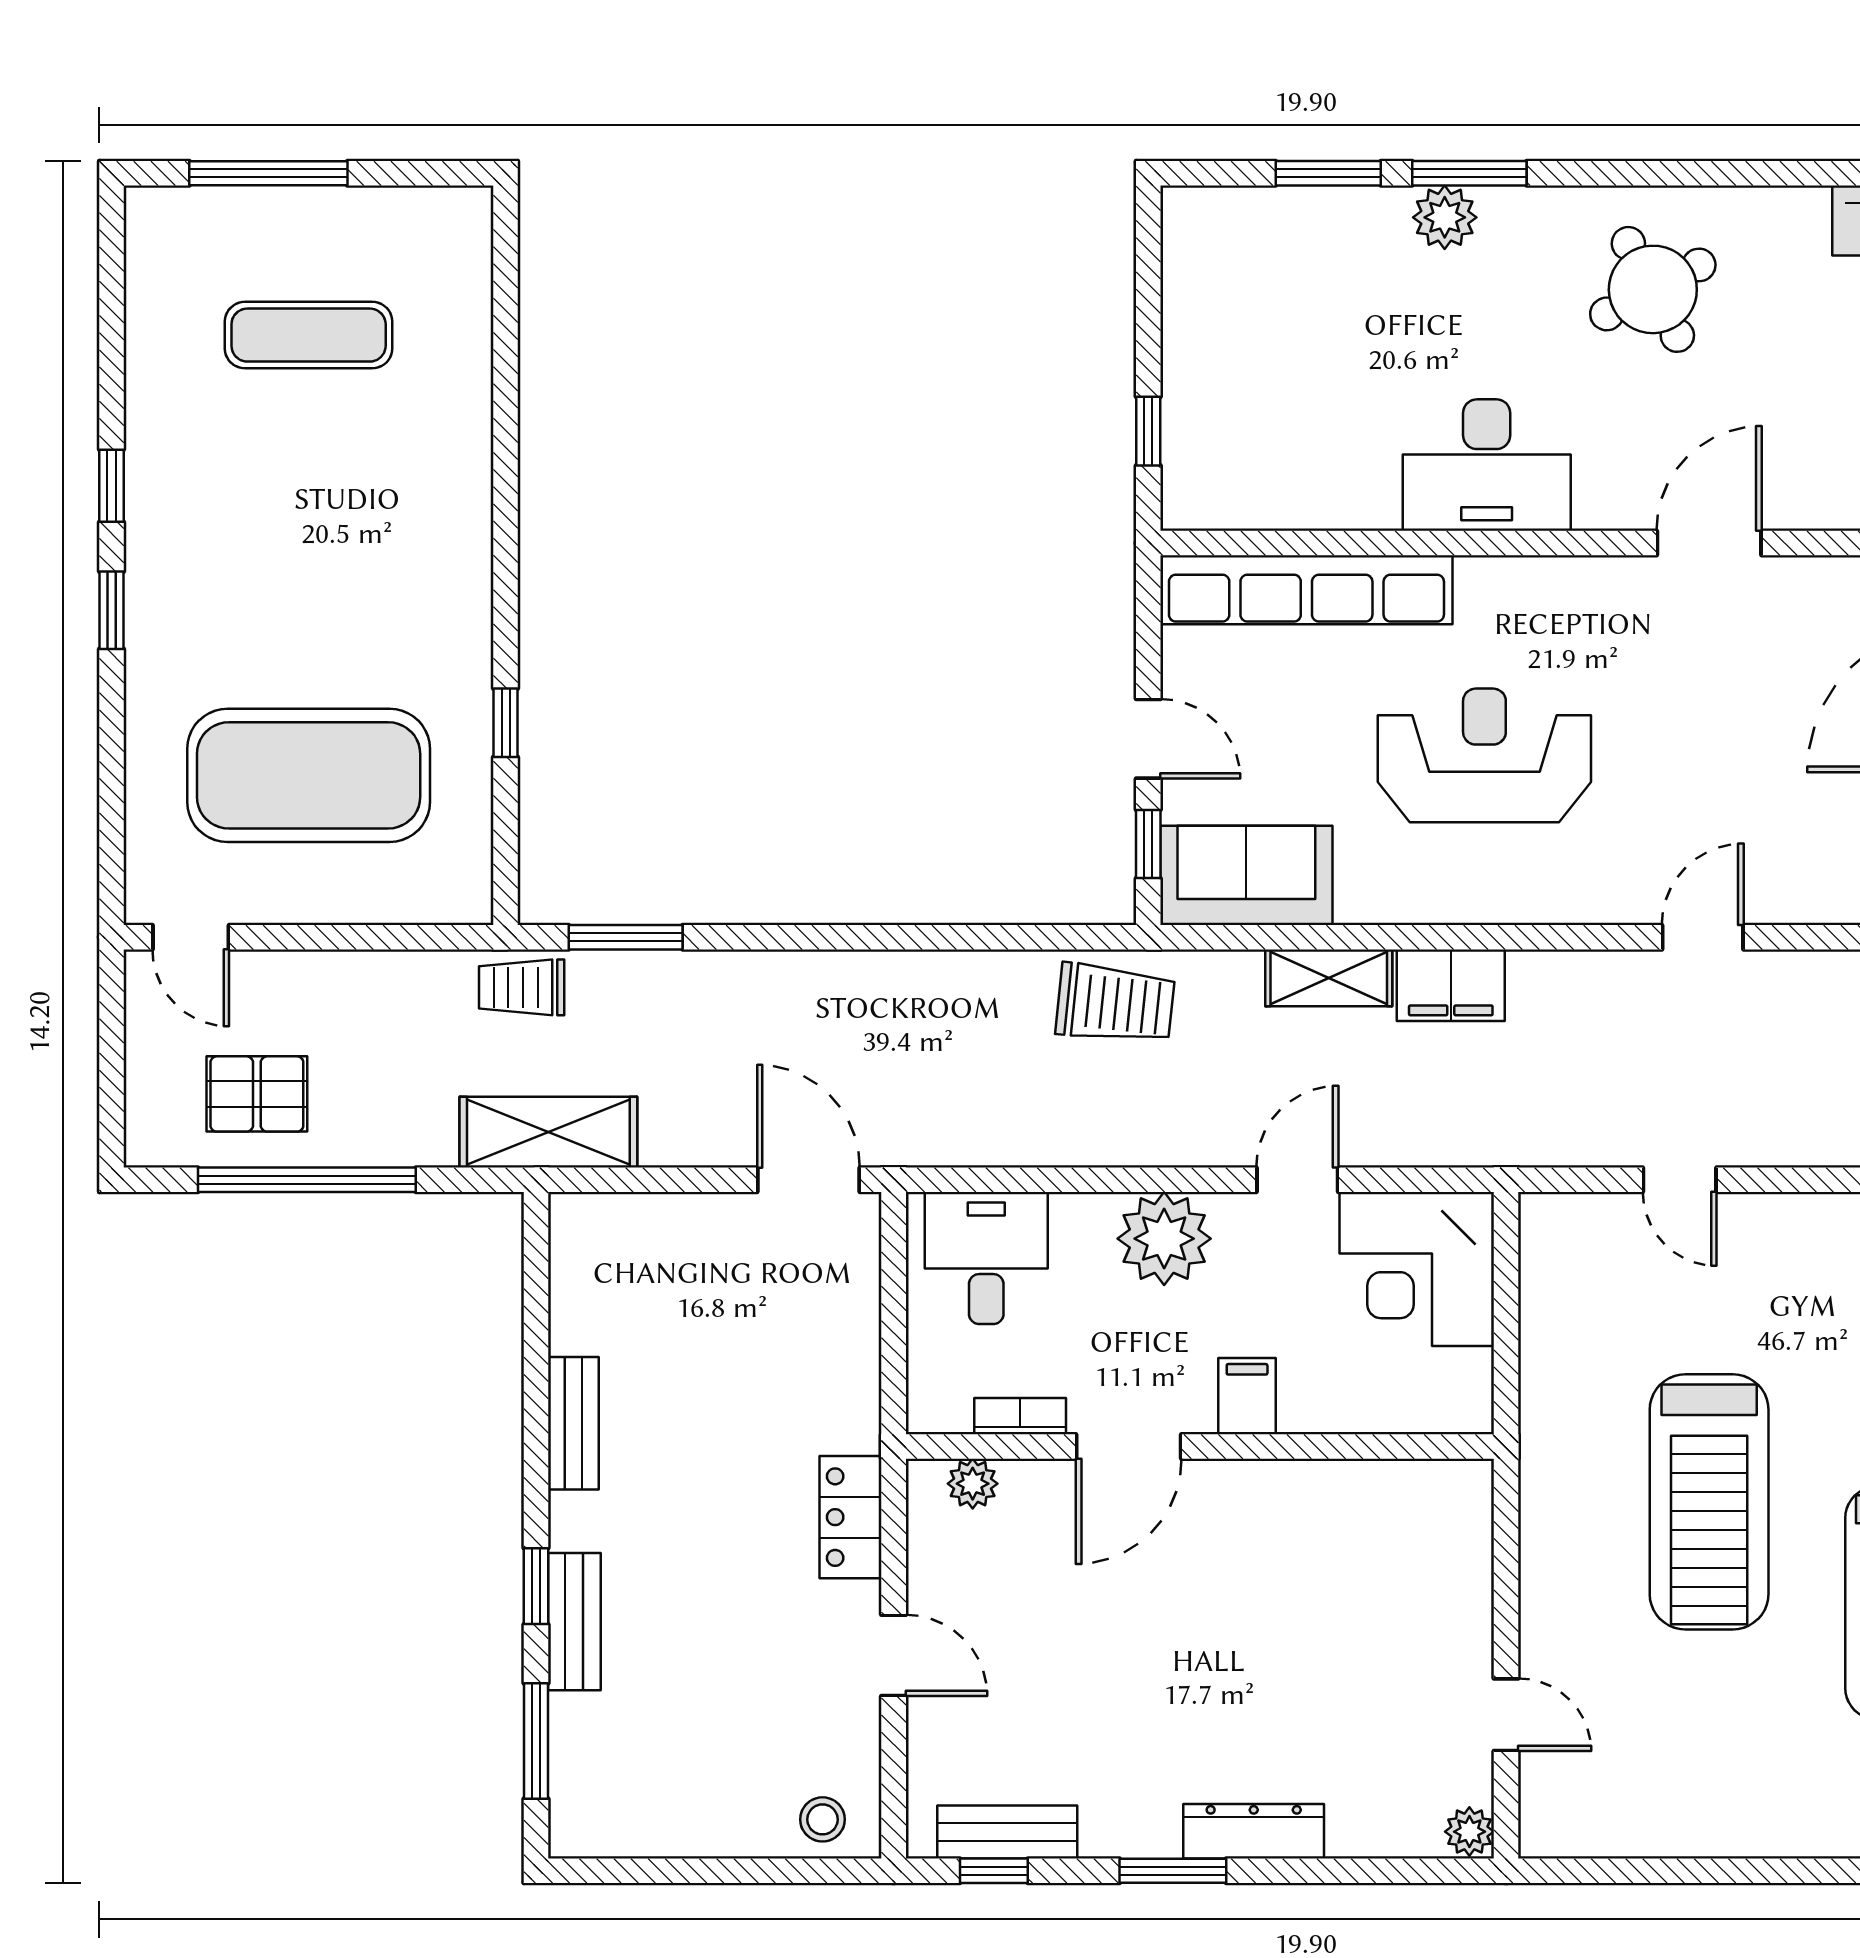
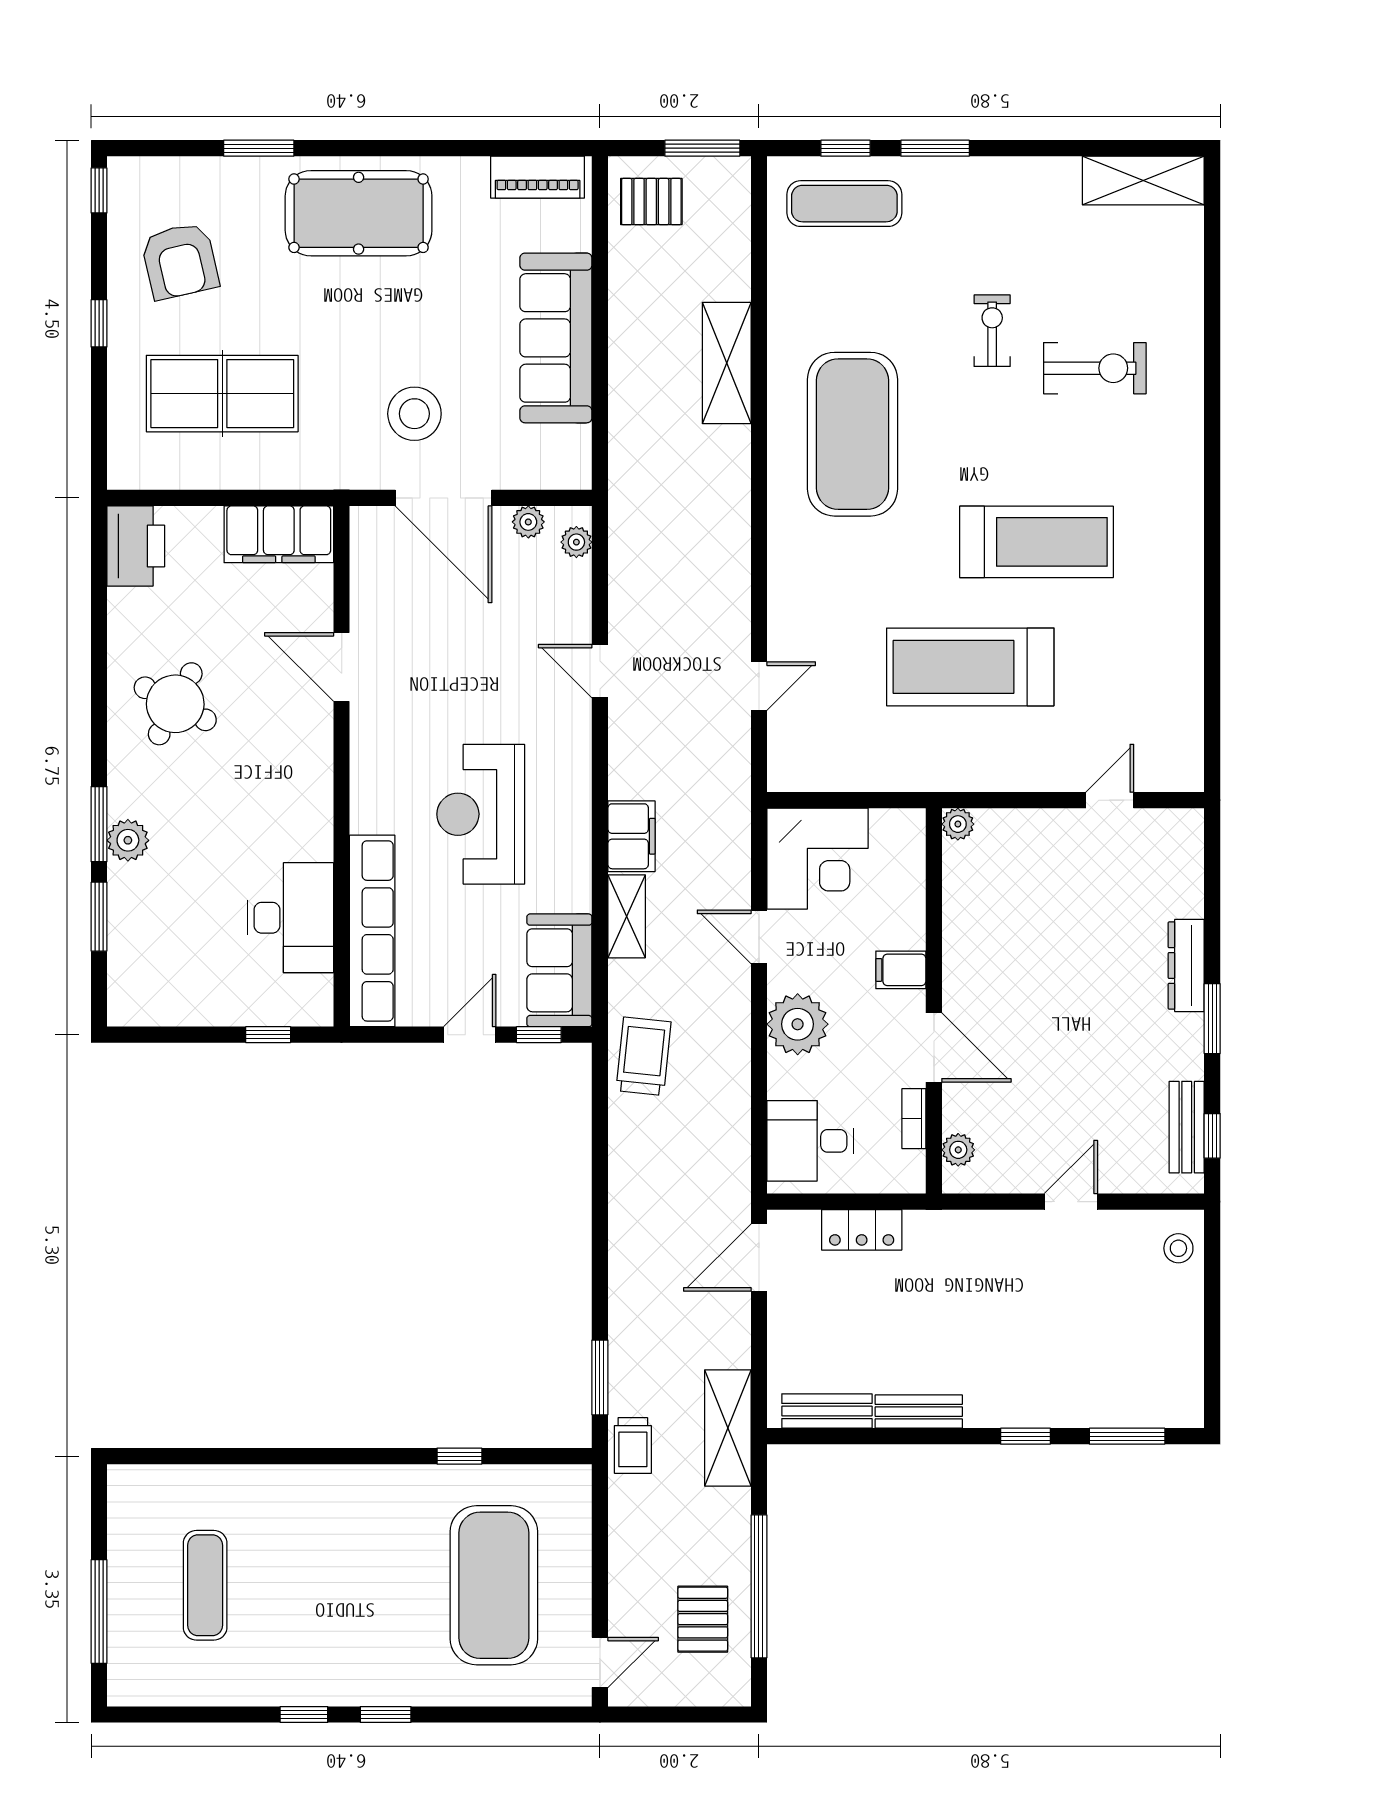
round table: (1653, 289) -> (175, 704), turned -34
desk: (1487, 465) -> (290, 918), moved
treadmill: (1709, 1502) -> (970, 667), turned 180
locker: (851, 1517) -> (862, 1230), moved
bench: (574, 1622) -> (827, 1411), moved
plant: (1469, 1832) -> (958, 824), moved

